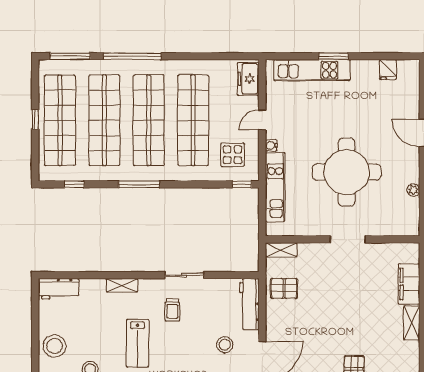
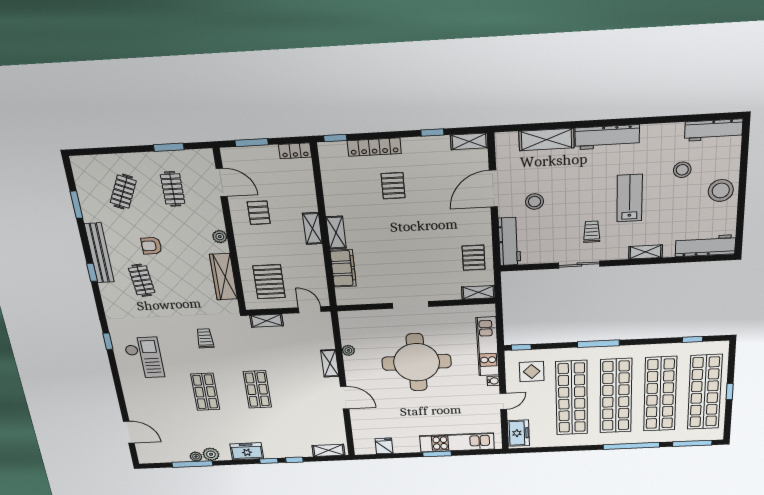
window: (139, 184) -> (598, 344), moved
pallet: (284, 288) -> (474, 258), turned 90
workbench: (59, 289) -> (705, 246), width x1.38

